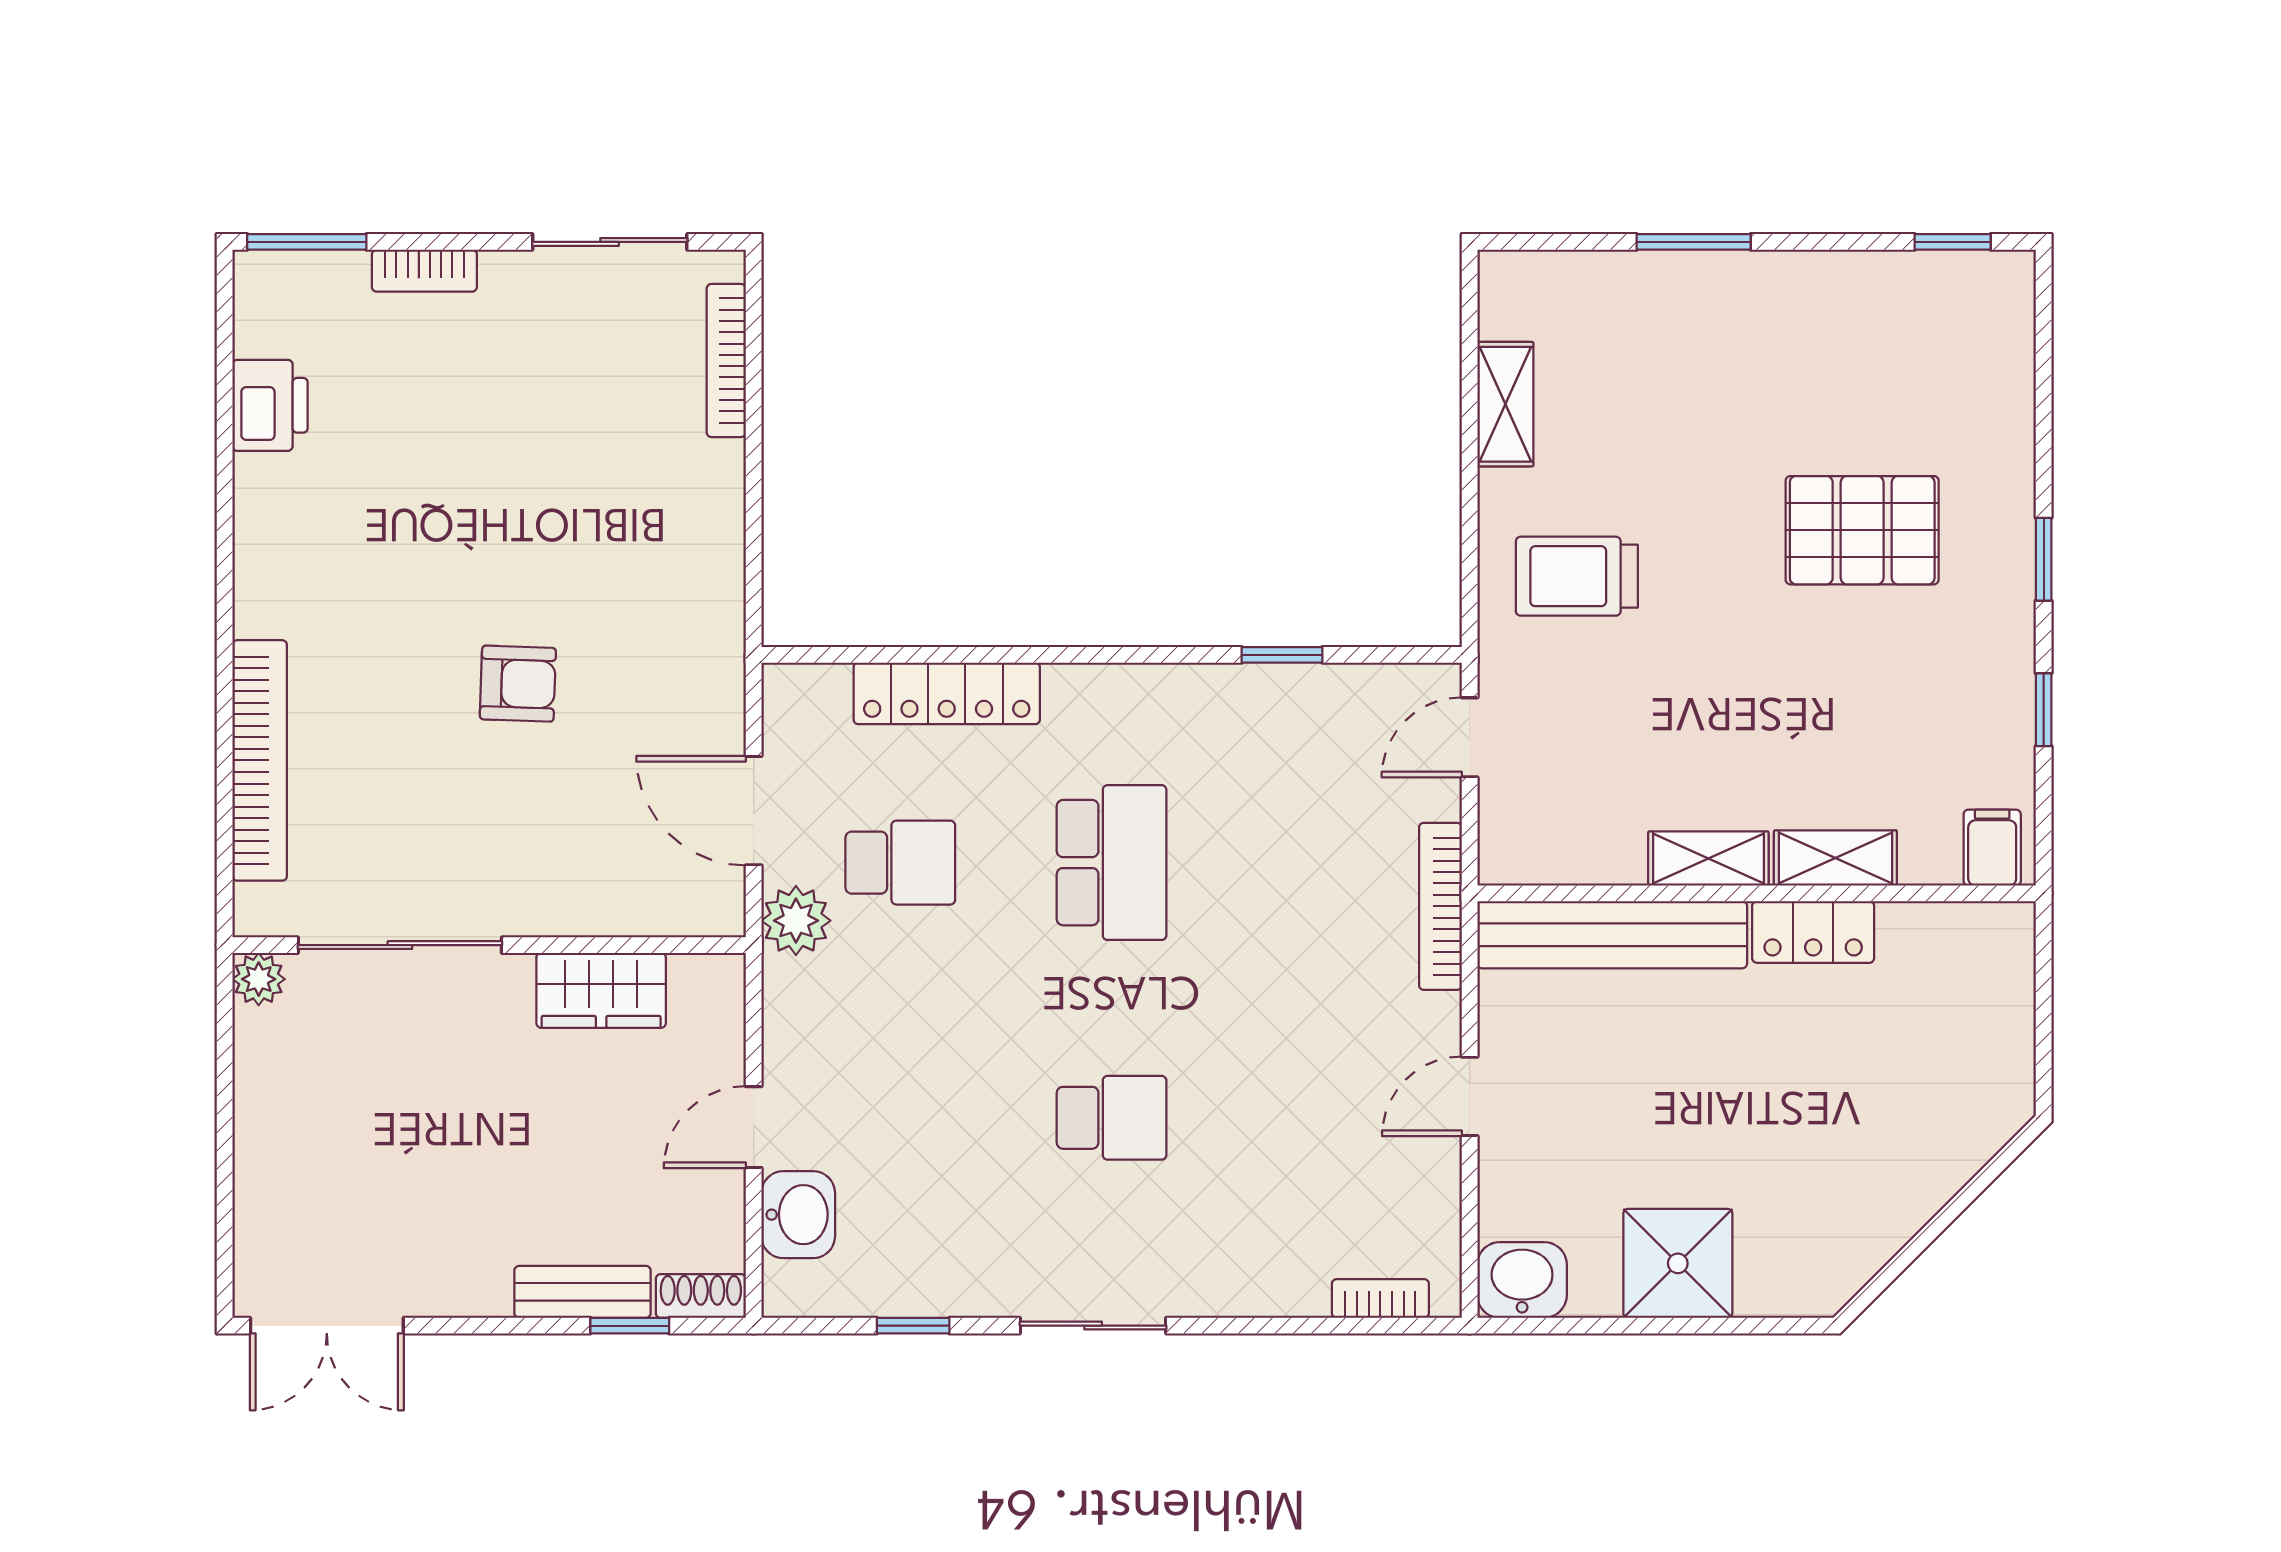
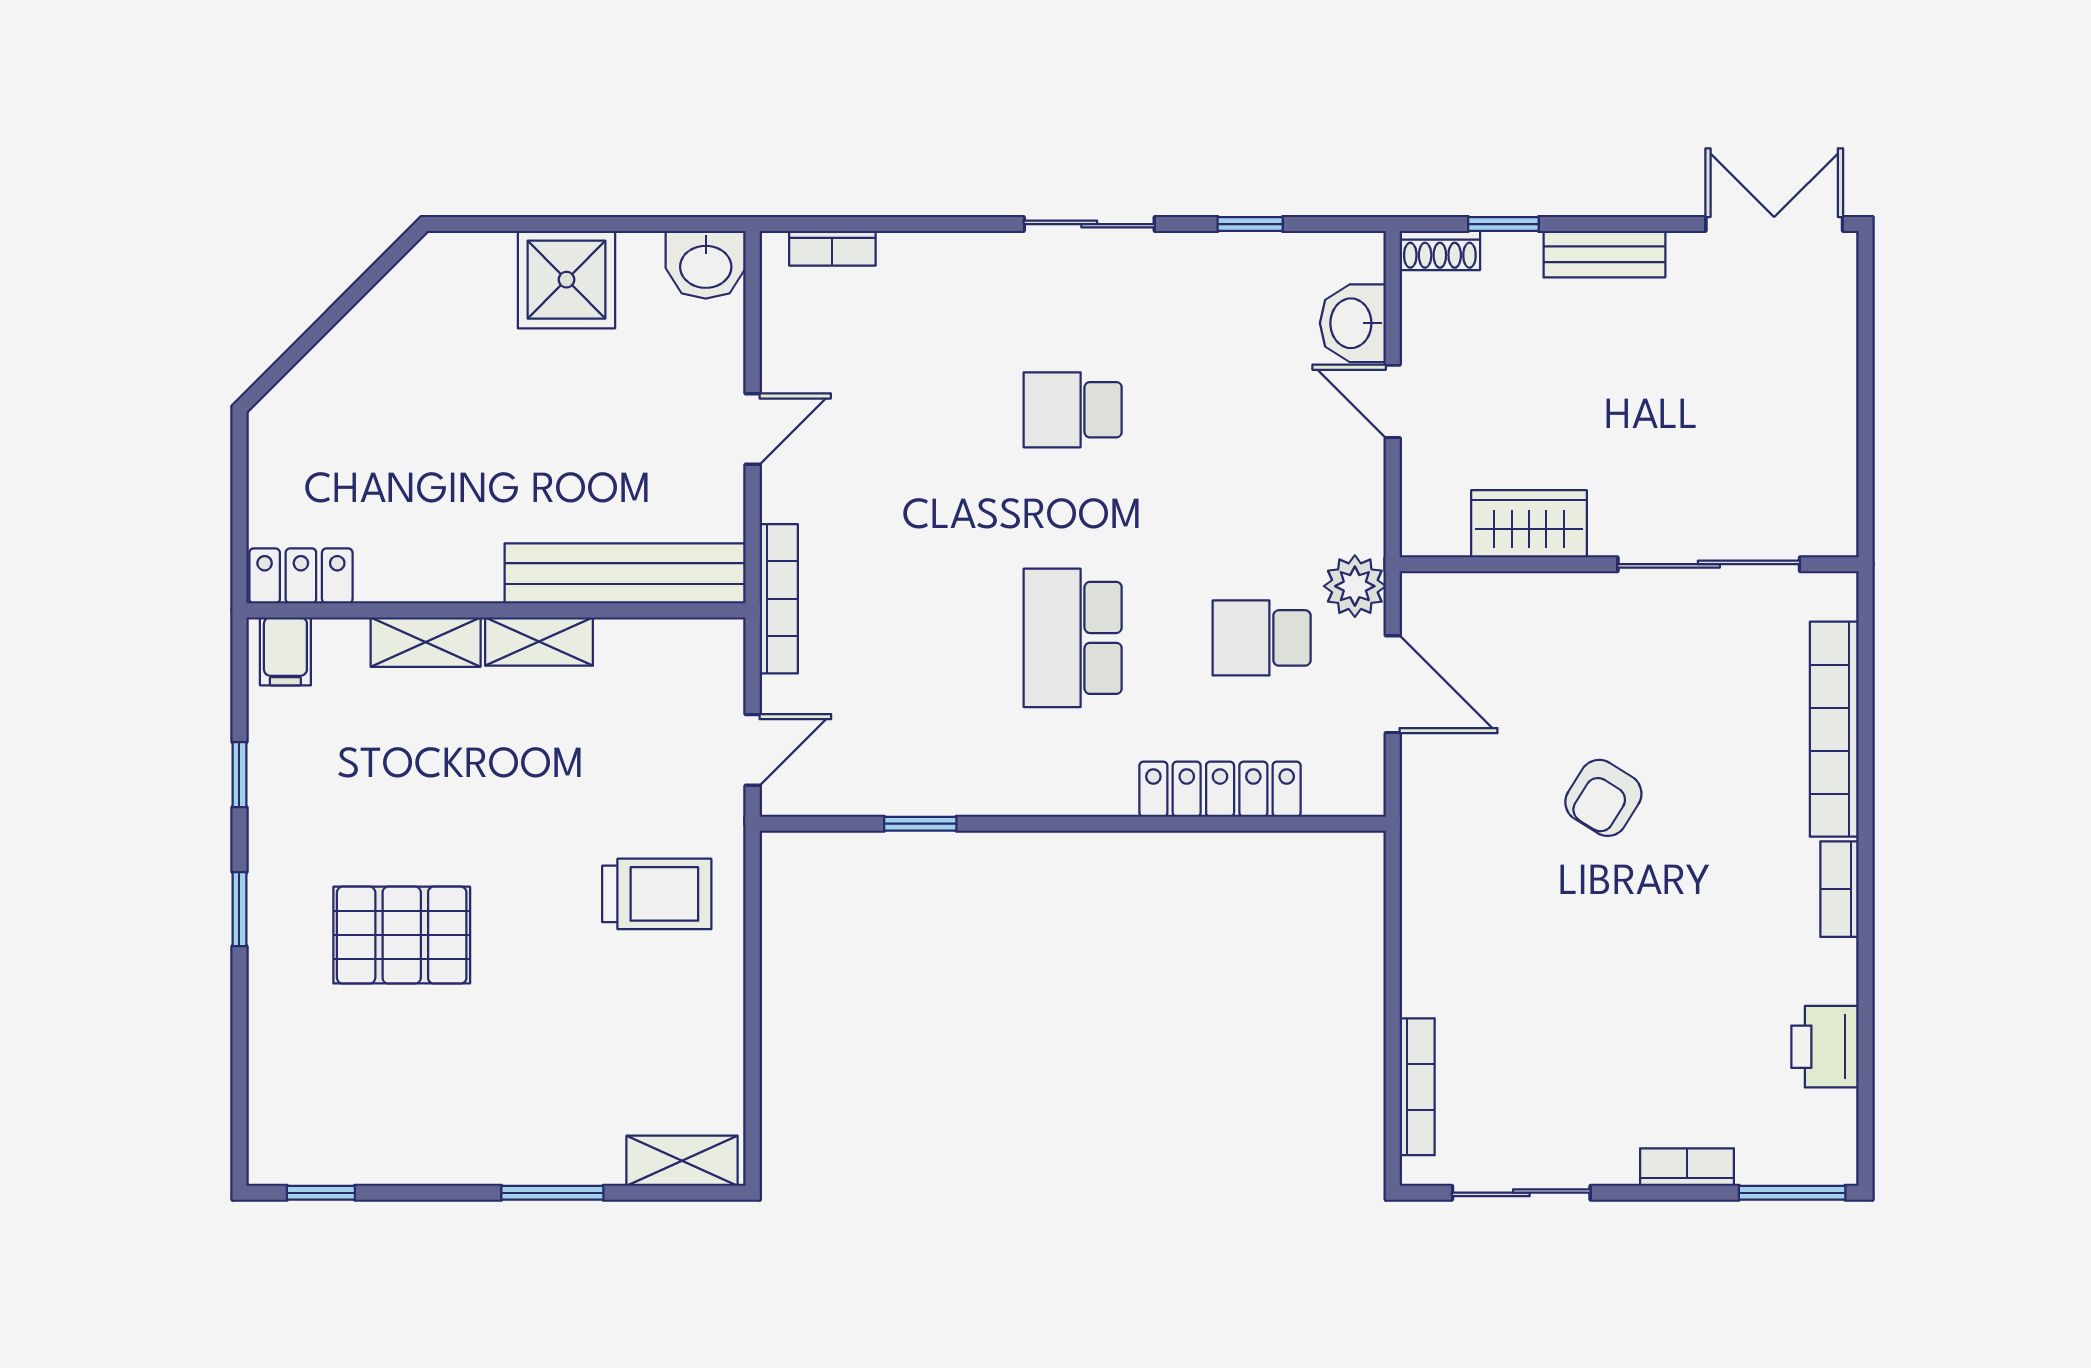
shelving: (1505, 404) -> (682, 1161), moved, turned 90
bookcase: (254, 582) -> (1839, 889), added
armchair: (518, 684) -> (1603, 798), turned -60
locker: (1813, 932) -> (301, 576), moved
plant: (259, 979) -> (1835, 534), removed
door: (754, 1127) -> (1393, 401), swing flipped
bench: (583, 1292) -> (1604, 254), moved

